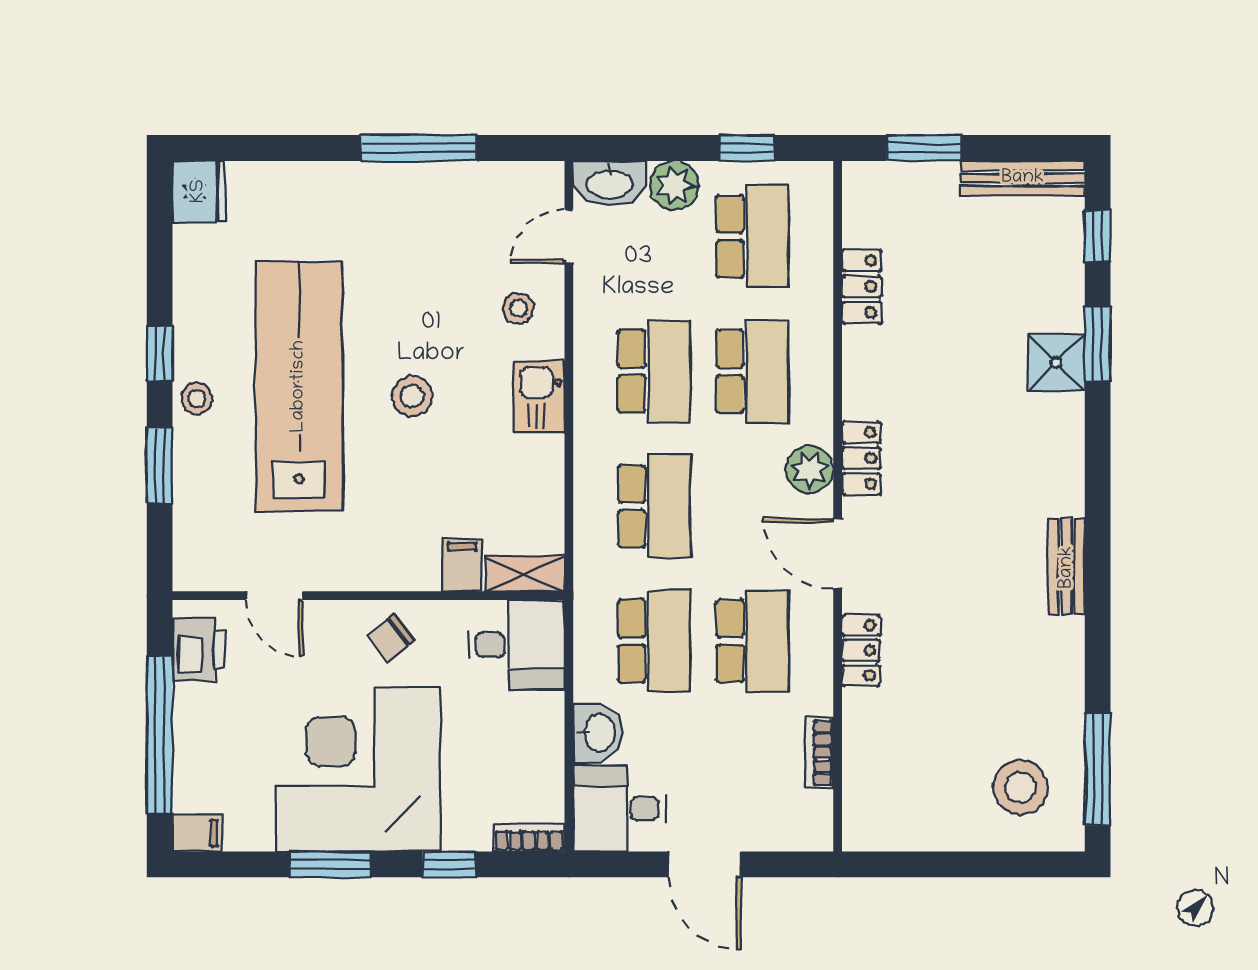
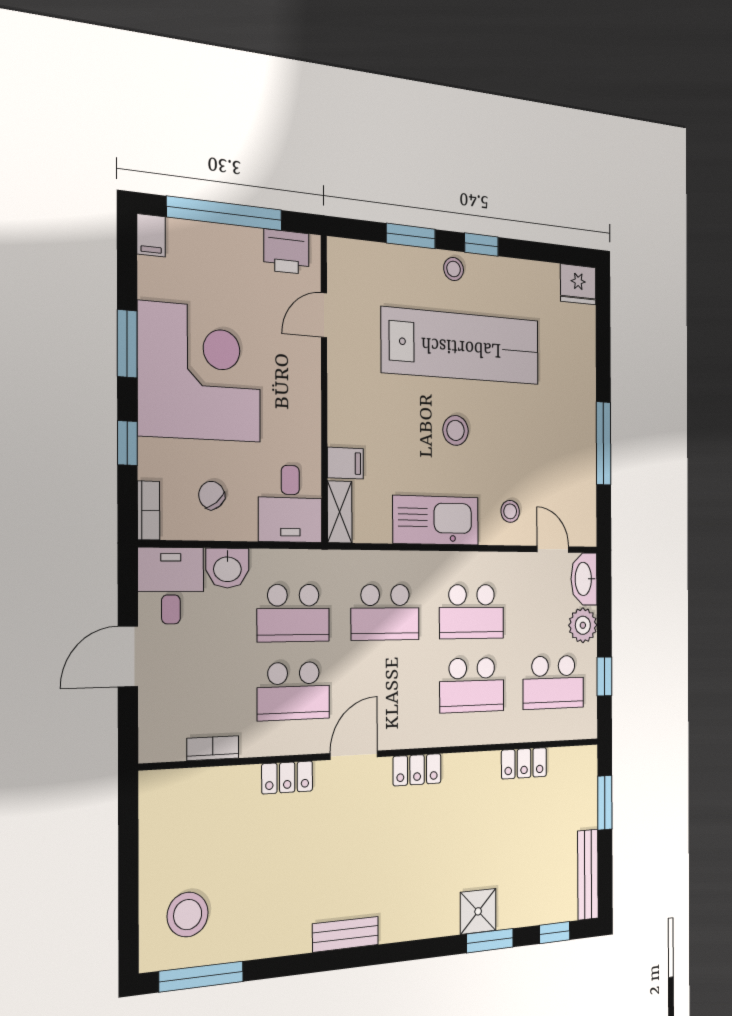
kitchen sink: (539, 397) -> (436, 520), width x1.88, depth x1.24
plant: (810, 469) -> (410, 731), removed
chair: (390, 638) -> (212, 495), moved

